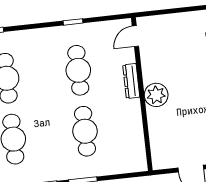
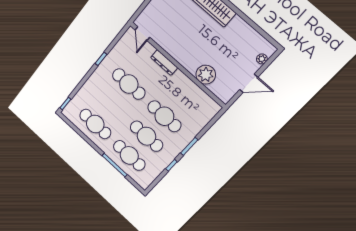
plant: (156, 95) -> (206, 75), moved
cafe table: (49, 135) -> (146, 136), added

